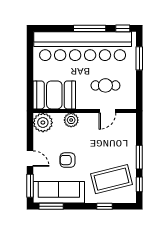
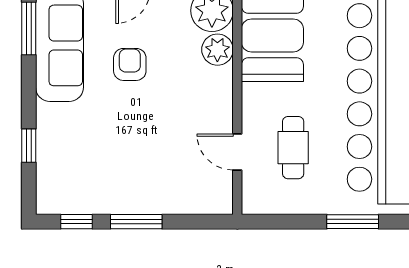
plant: (71, 120) -> (217, 50), moved
coffee table: (111, 179) -> (88, 161), removed

